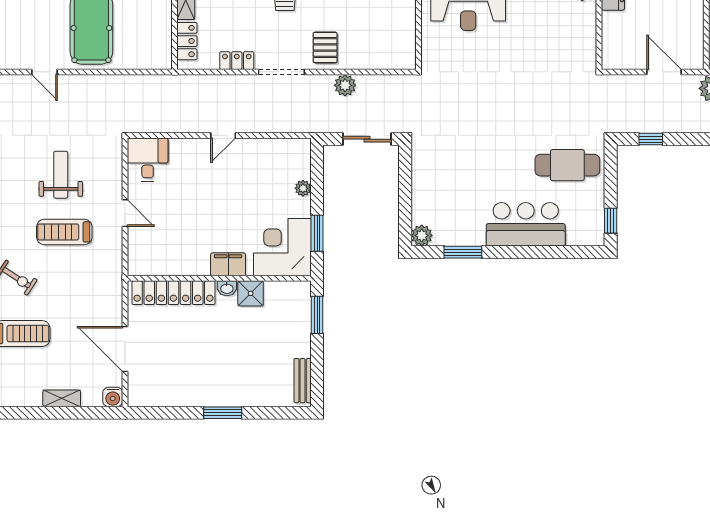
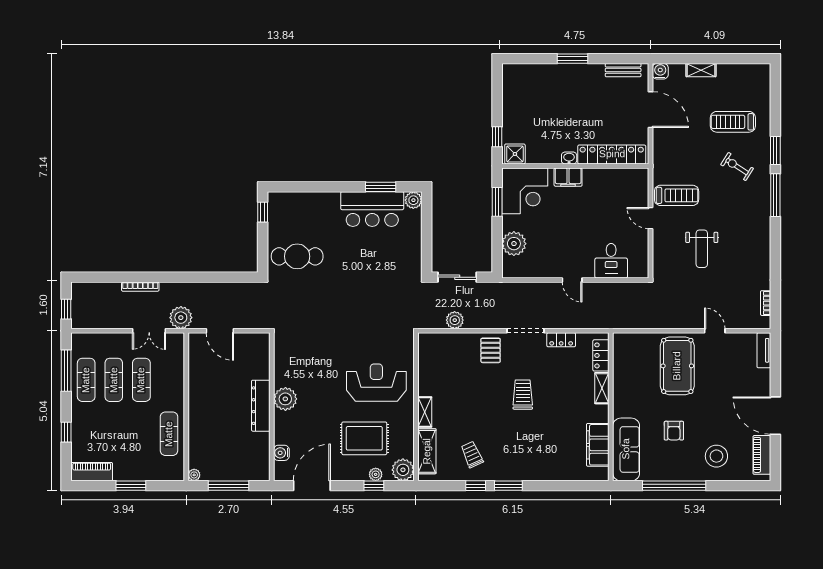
plant: (345, 85) -> (455, 320), moved
door: (223, 135) -> (572, 280), swing flipped
window: (651, 139) -> (231, 277), removed
desk: (148, 160) -> (611, 261), moved
plant: (303, 188) -> (514, 244), width x1.87, depth x1.87
bar counter: (526, 224) -> (372, 209), moved
treadmill: (64, 232) -> (677, 195), moved
shower: (251, 293) -> (515, 154), moved
window: (317, 315) -> (497, 137), width x0.67
bench: (303, 381) -> (623, 70), moved, turned 90

